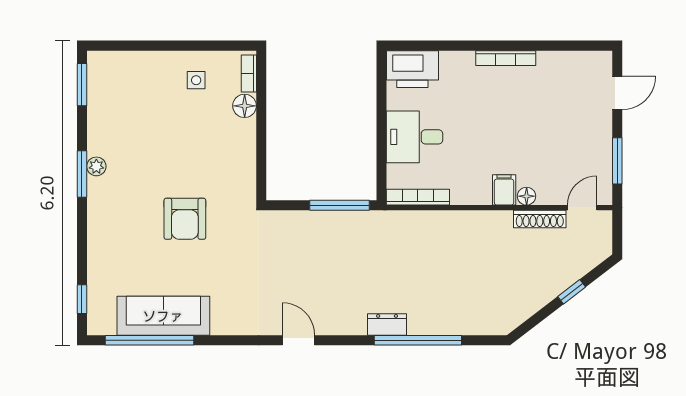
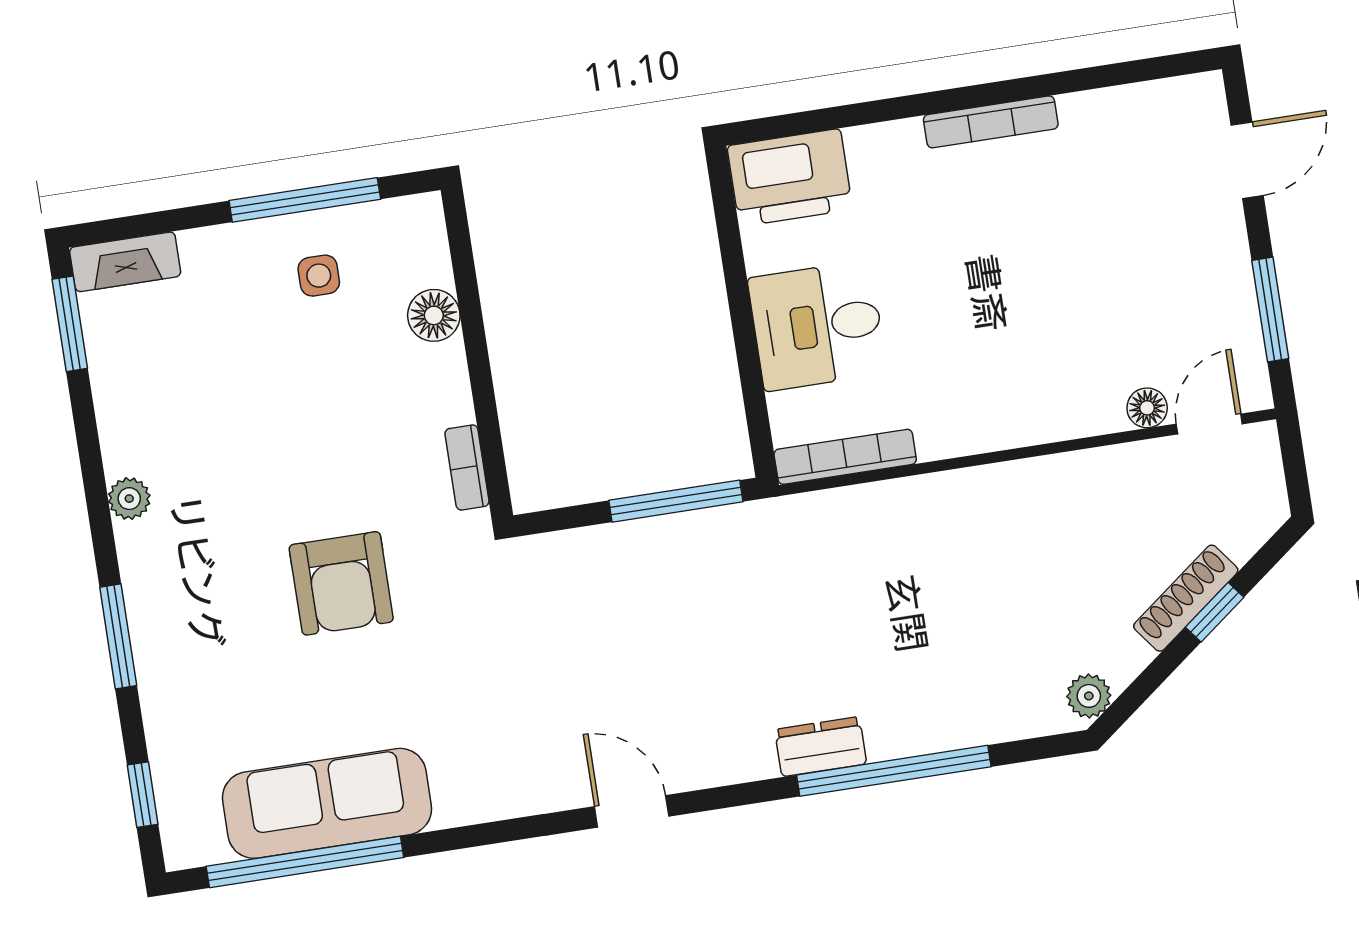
window: (195, 46) -> (305, 200), added
fireplace: (111, 61) -> (125, 262), added
bookcase: (249, 74) -> (467, 467), moved
window: (82, 174) -> (118, 636), moved
filing cabinet: (504, 190) -> (1032, 412), removed
floor lamp: (527, 196) -> (1147, 408), moved
shoe rack: (540, 219) -> (1186, 598), moved, turned 143
plant: (510, 320) -> (1089, 696), added

